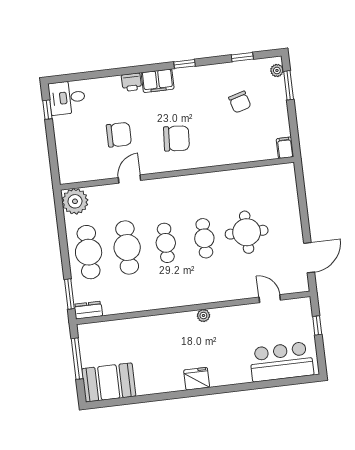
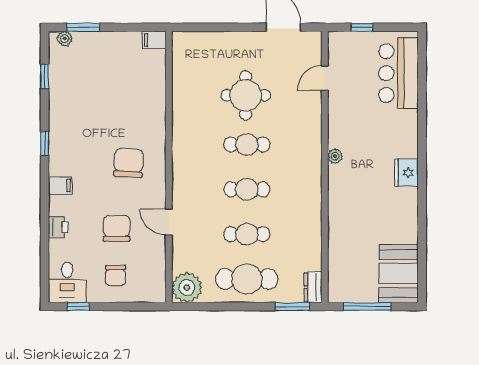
filing cabinet: (158, 81) -> (60, 185), width x0.50
printer: (131, 82) -> (58, 227), moved
chair: (240, 102) -> (116, 275), moved, turned 106
cafe table: (127, 247) -> (247, 234), width x0.73, depth x0.74

